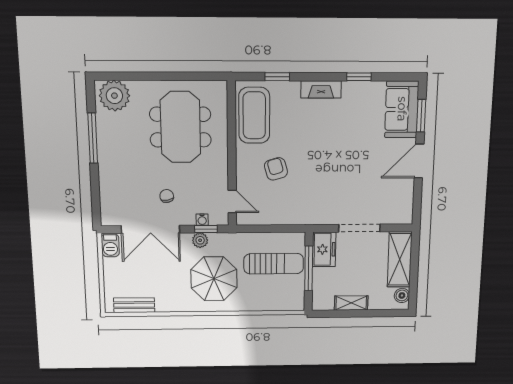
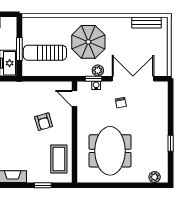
plant: (114, 96) -> (155, 177), width x0.53, depth x0.53
coffee table: (254, 115) -> (59, 159), width x0.73, depth x0.76
window: (93, 138) -> (171, 143), width x0.46
barbecue: (110, 245) -> (162, 67), removed
window: (309, 268) -> (19, 49), width x0.69

